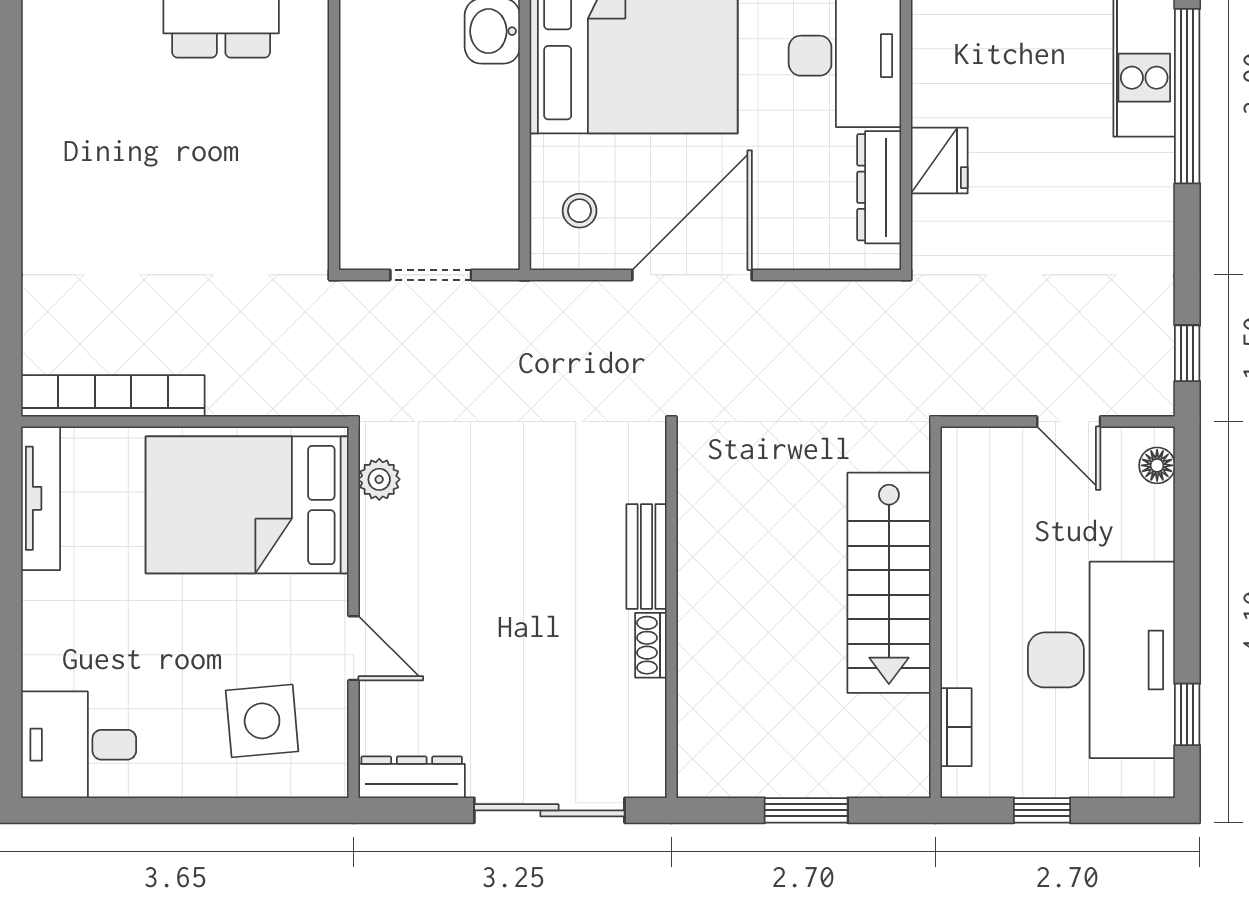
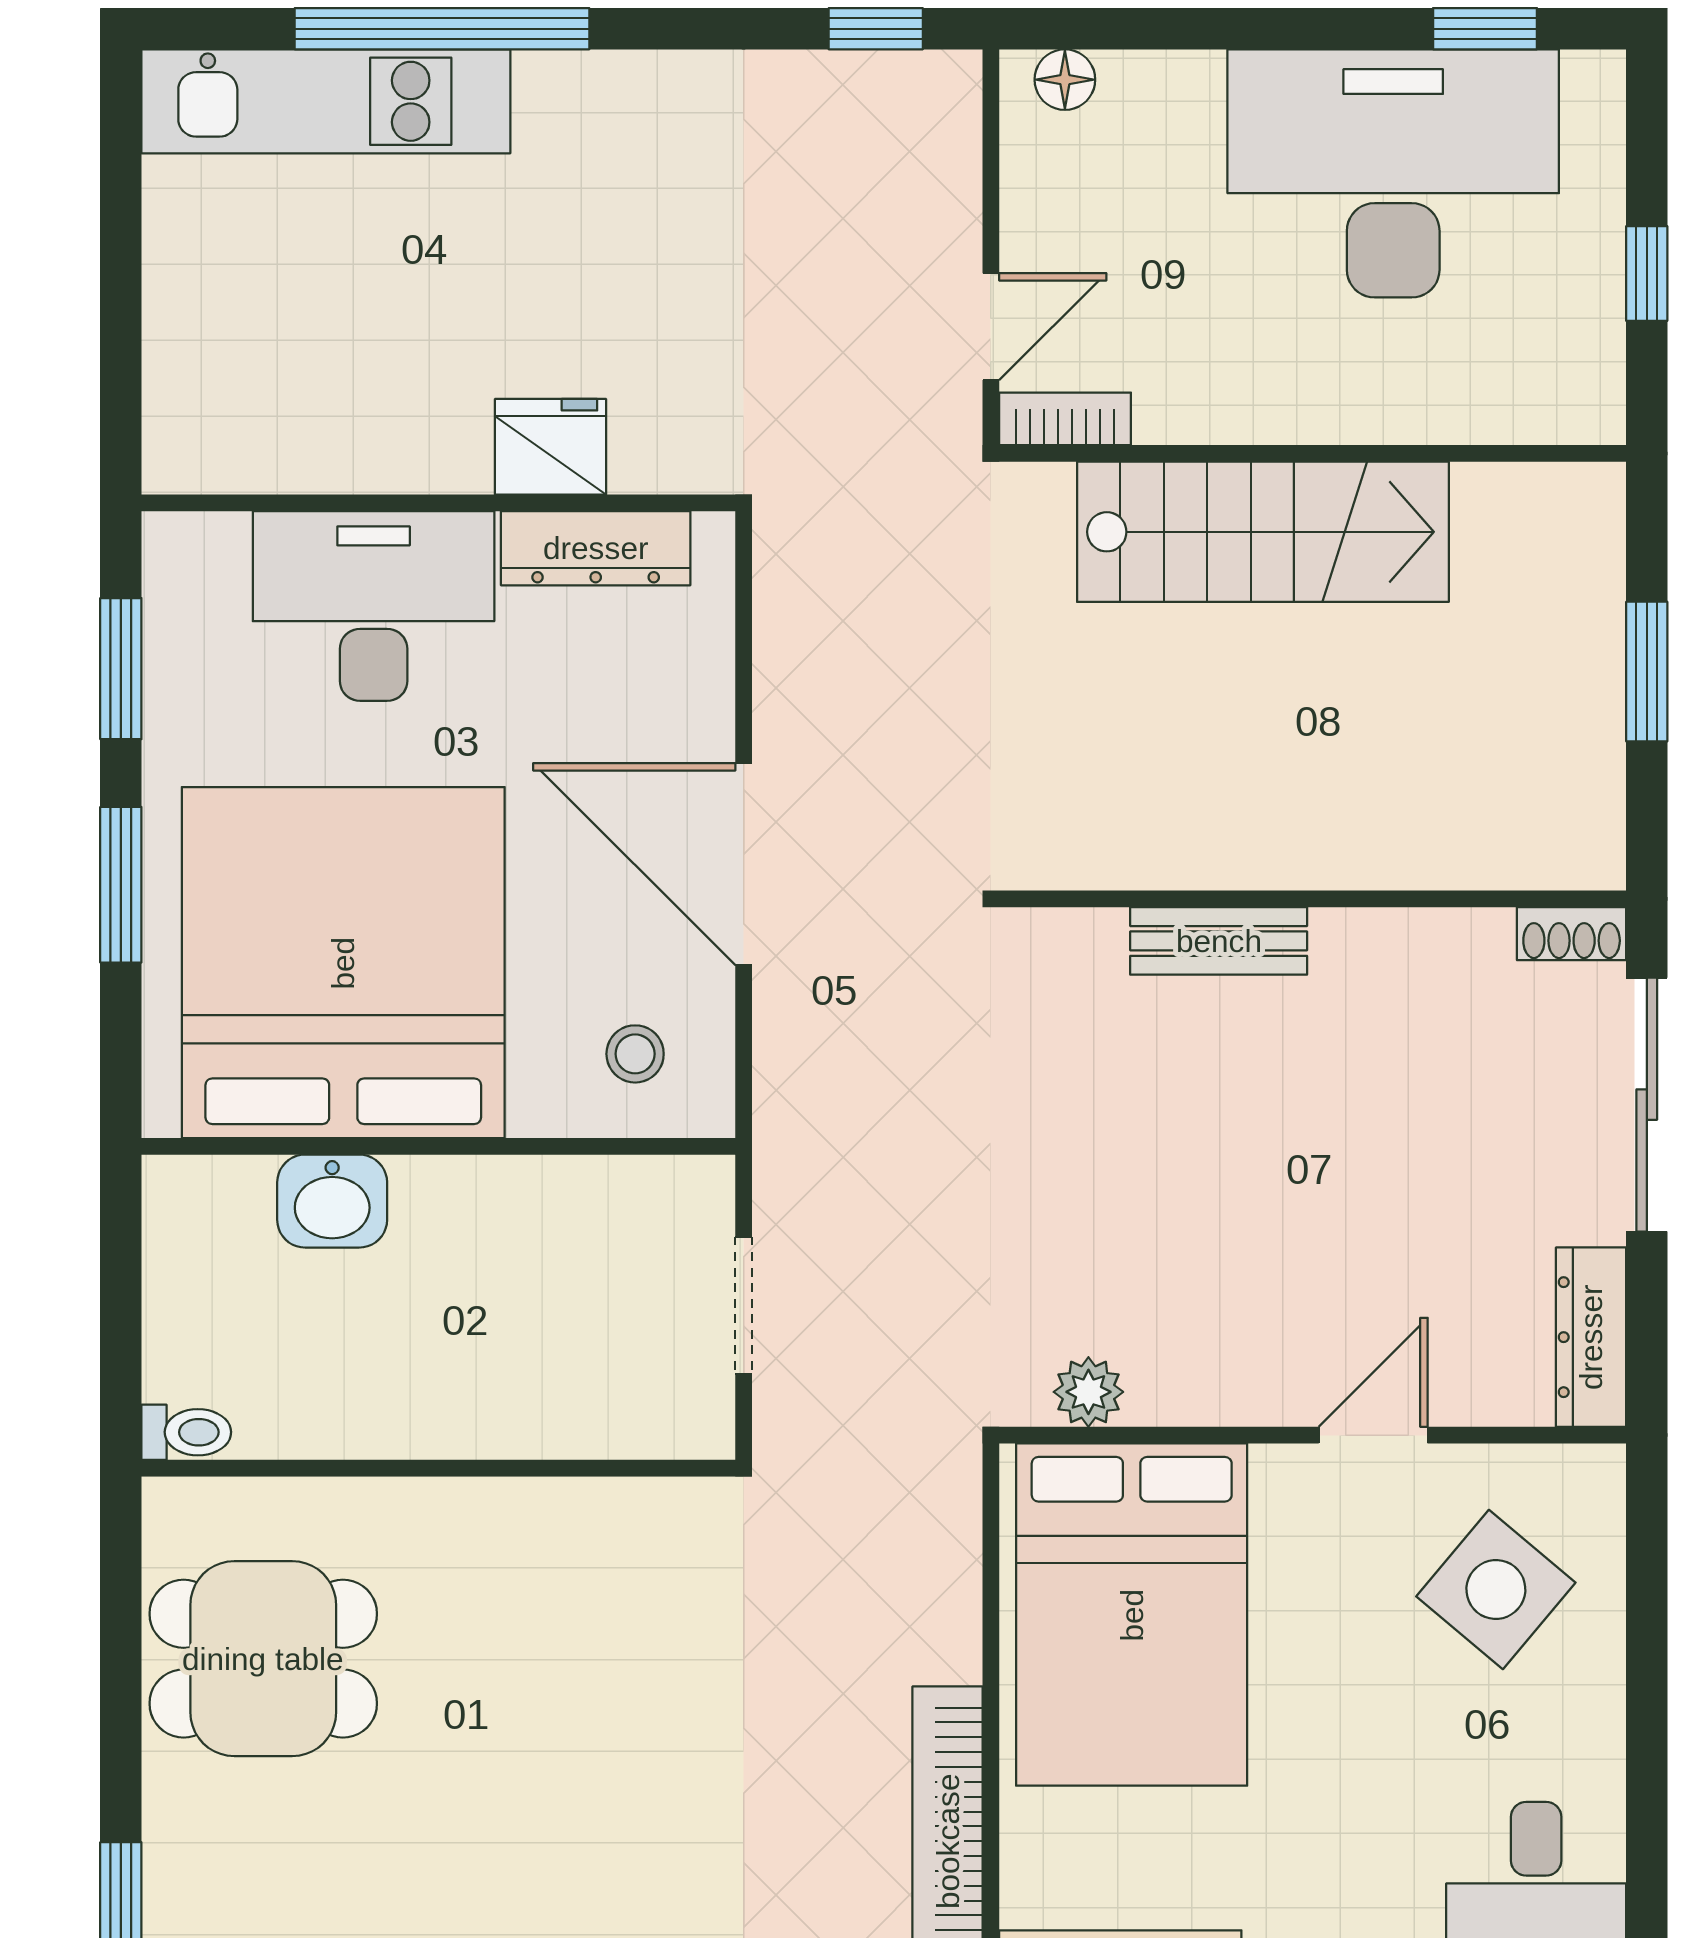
door: (1069, 422) -> (991, 327), moved
shoe rack: (651, 645) -> (1572, 934), moved
side table: (262, 721) -> (1496, 1590), turned 45
bookcase: (956, 727) -> (1065, 419), moved

